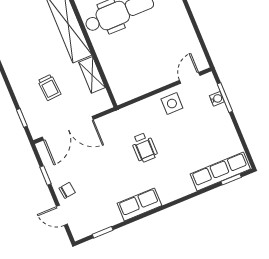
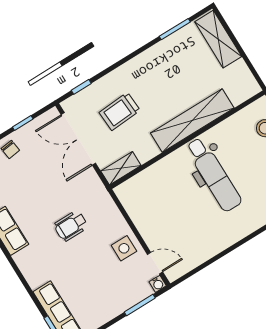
shelving: (92, 75) -> (121, 168), moved
trolley: (49, 87) -> (120, 111), width x1.36, depth x1.39
water cooler: (217, 99) -> (158, 284), moved

